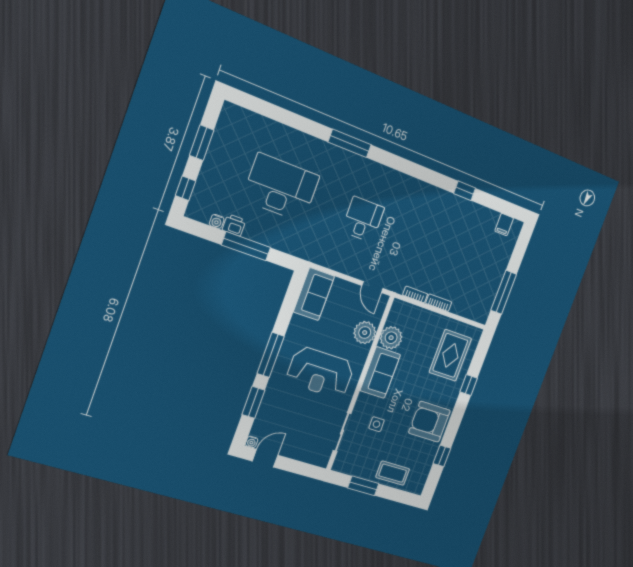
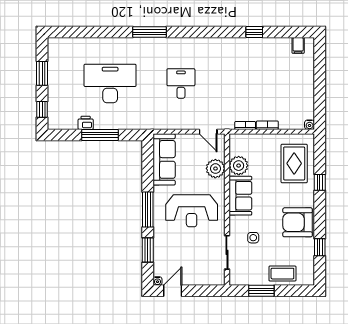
water cooler: (217, 221) -> (310, 125), moved
window: (504, 292) -> (320, 98), removed
sofa: (314, 294) -> (164, 159), width x1.36

